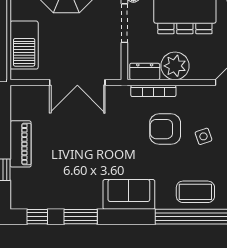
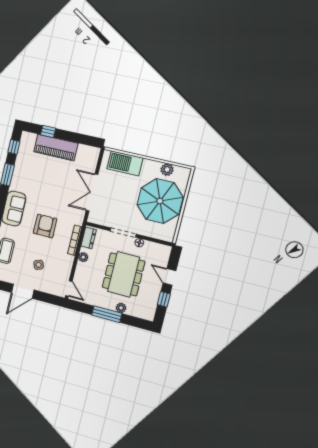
plant: (175, 66) -> (83, 257), width x0.53, depth x0.53
armchair: (165, 129) -> (45, 226), moved
piano: (21, 144) -> (56, 148), width x1.37, depth x1.33

